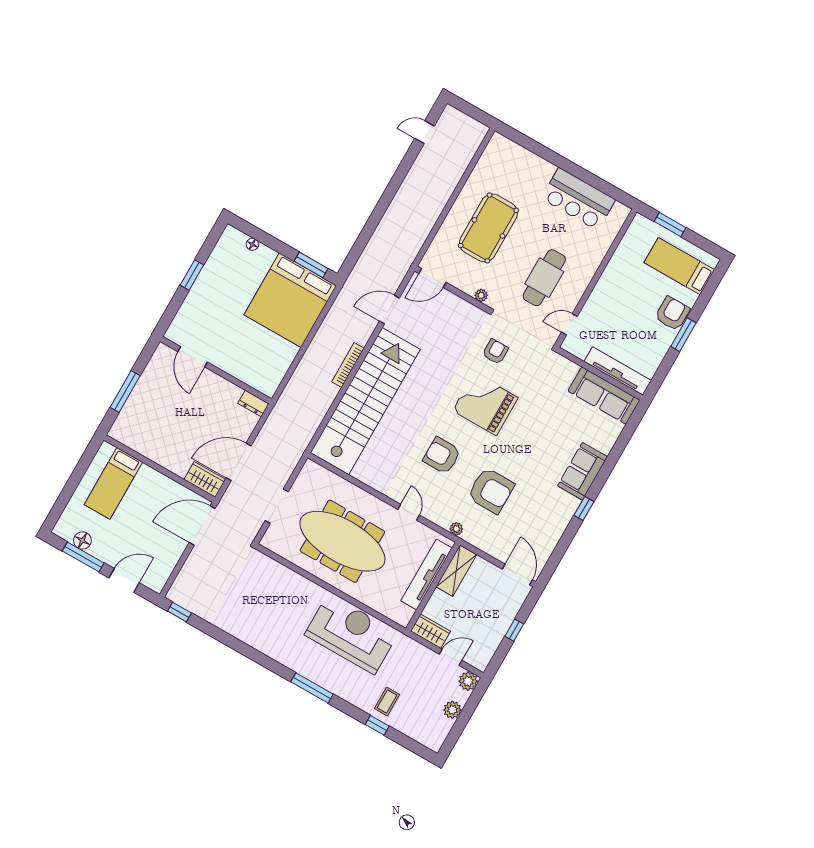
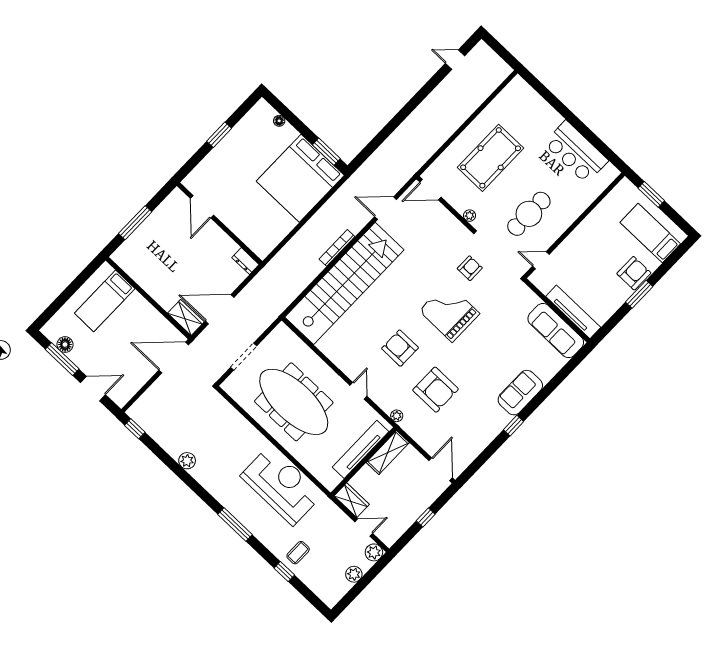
plant: (244, 633) -> (187, 461), added

